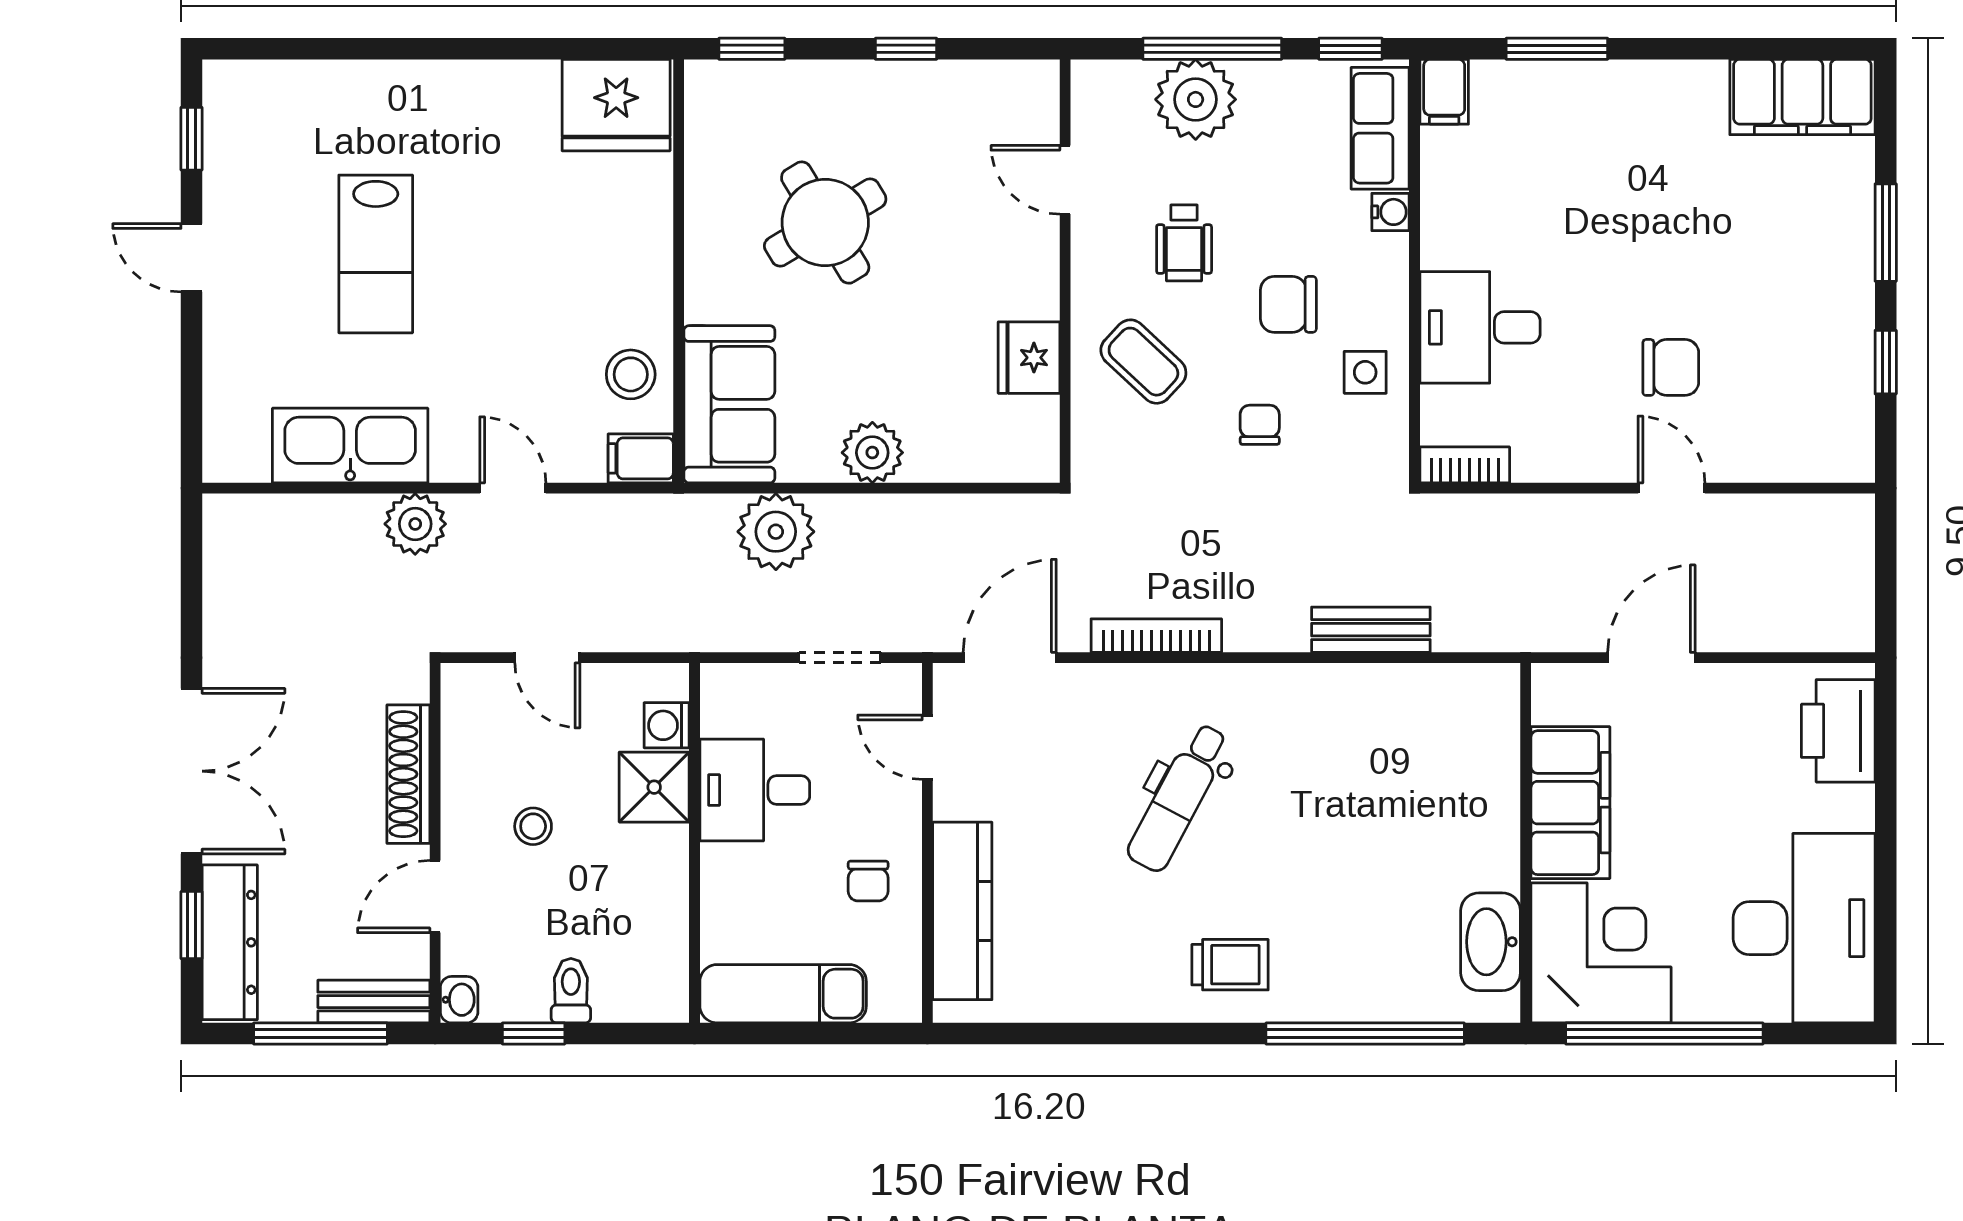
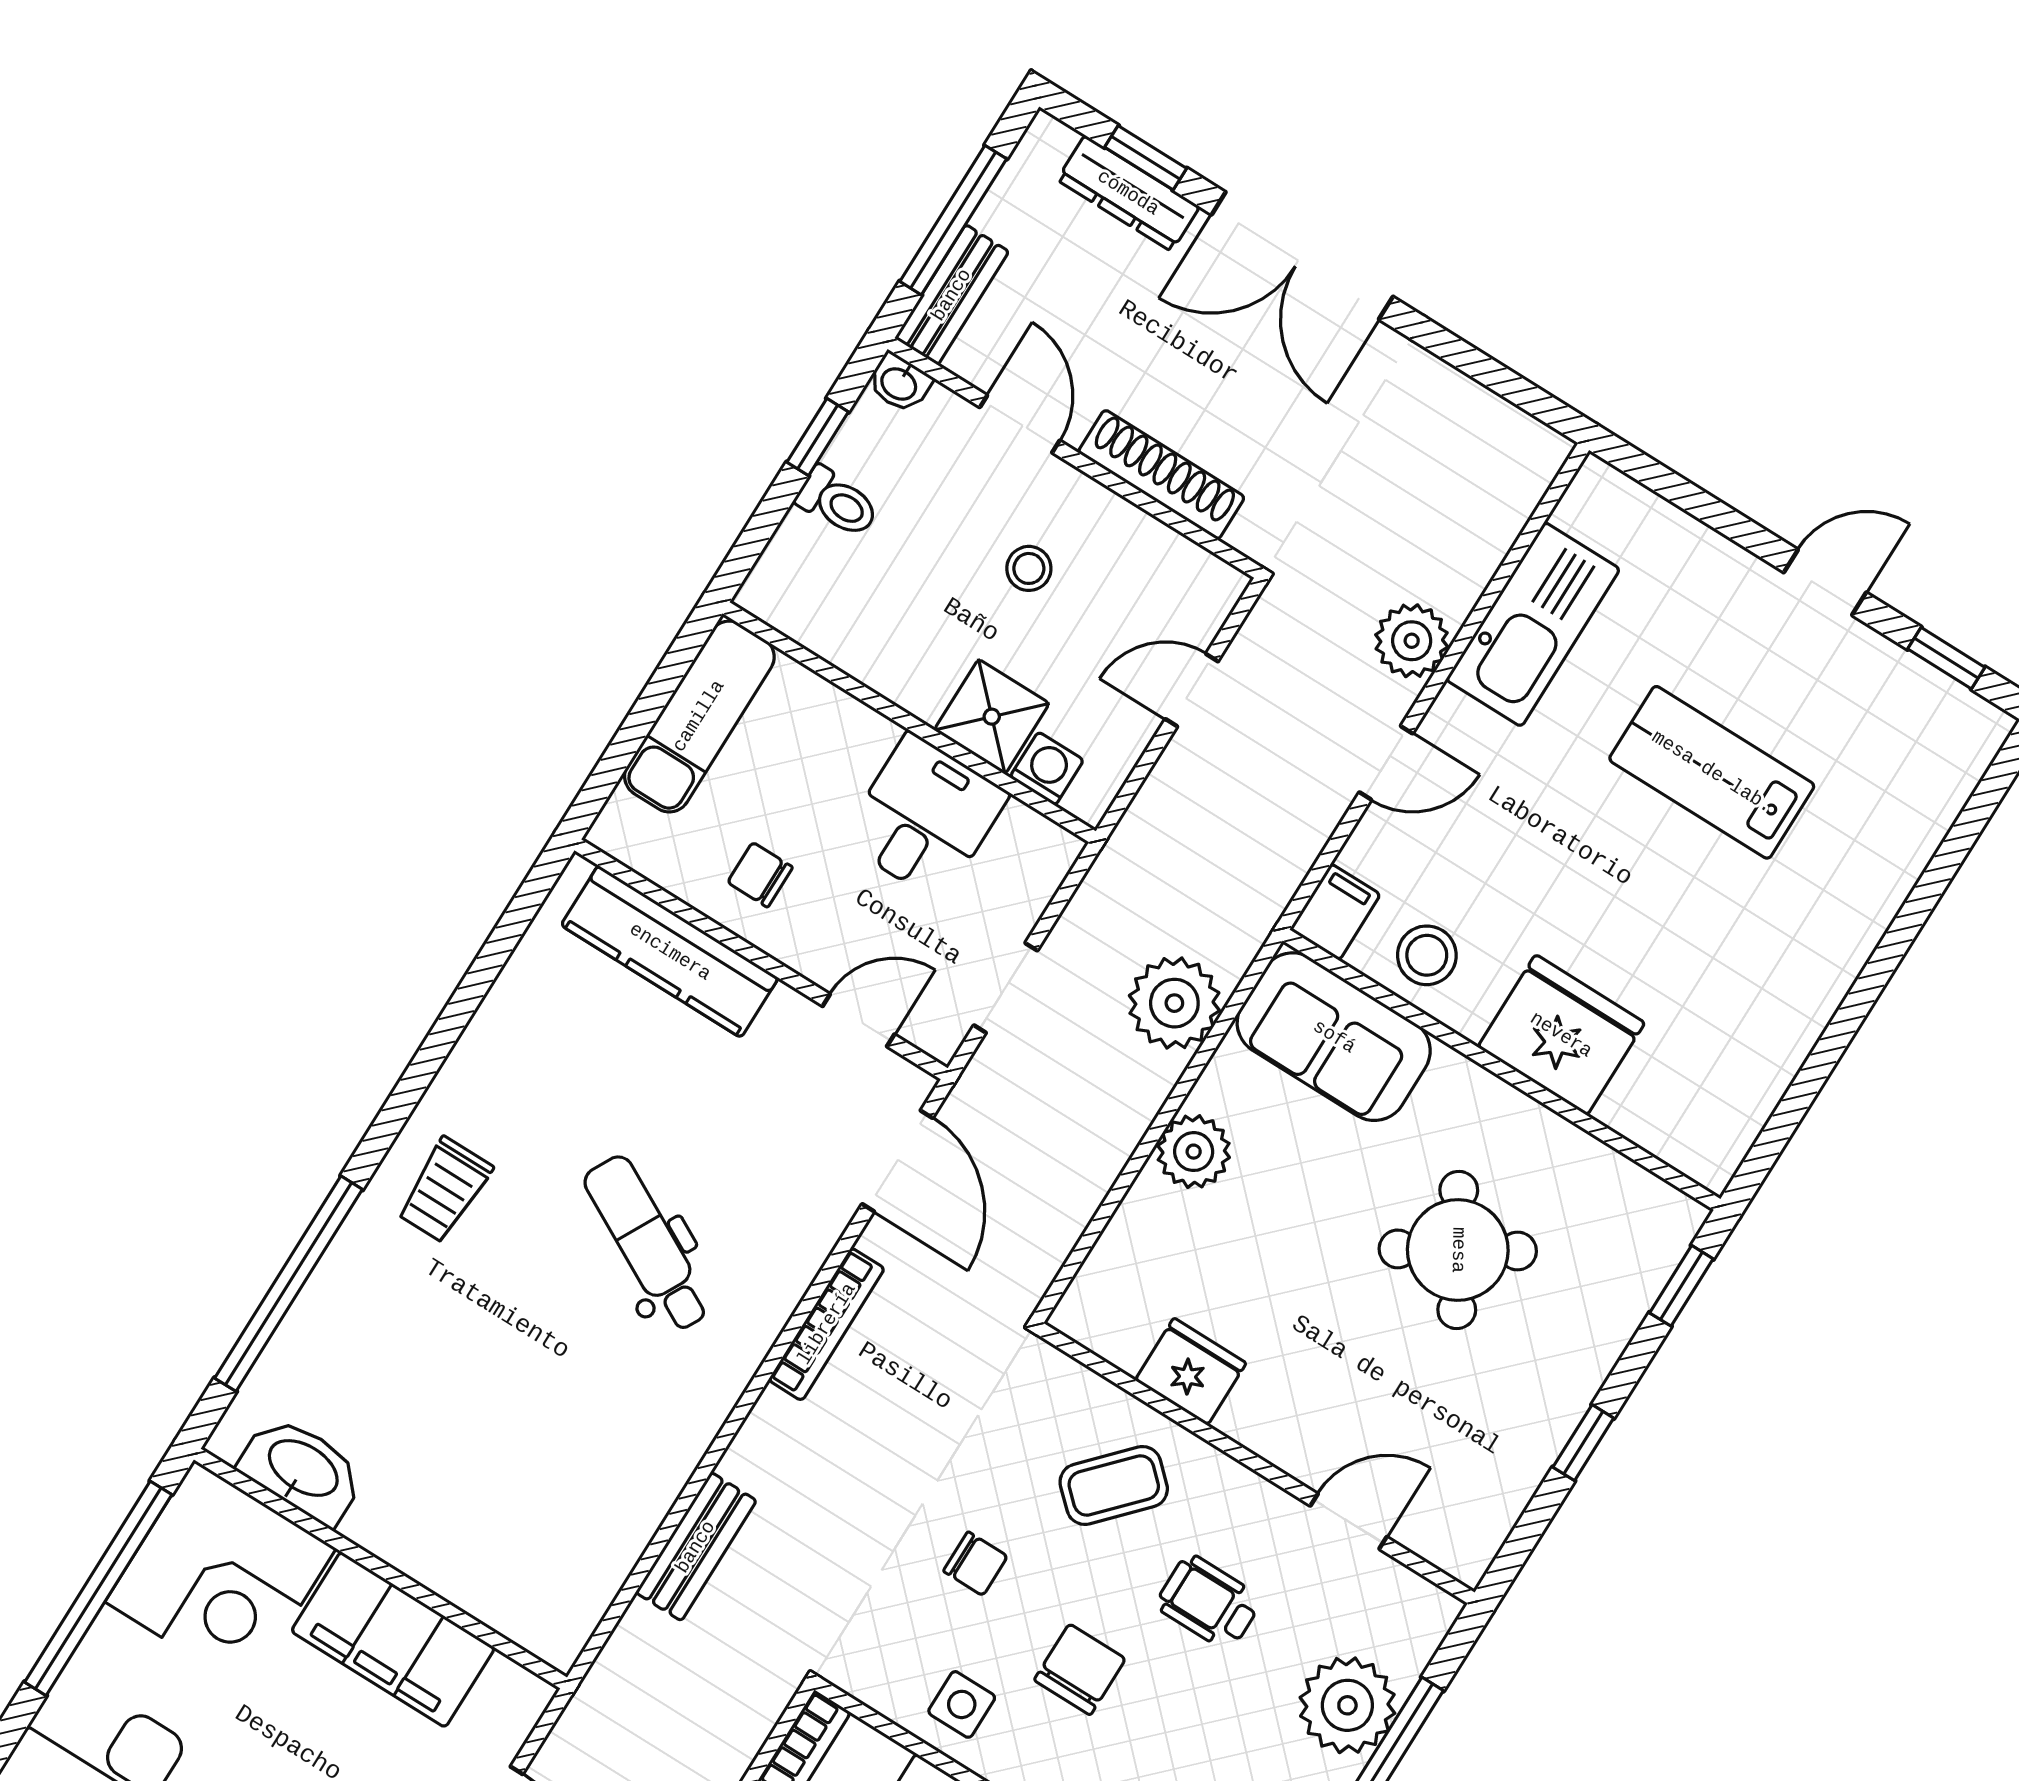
fridge: (616, 105) -> (1561, 1035), moved, turned 90
dresser: (230, 942) -> (1128, 193), width x0.73, depth x0.80

